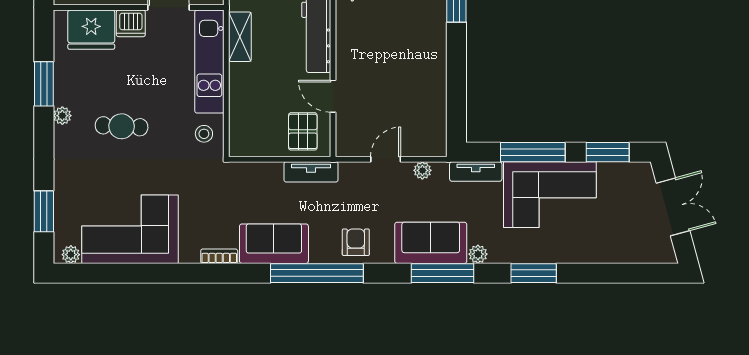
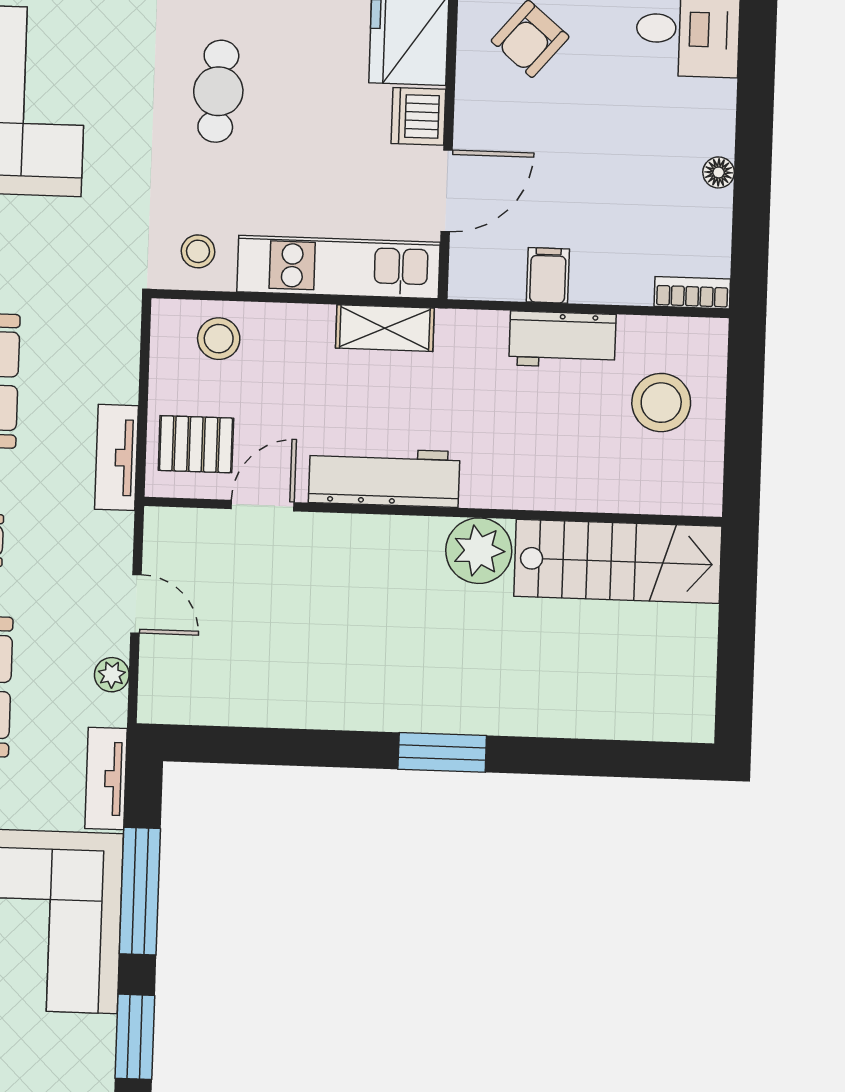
stool: (248, 122) -> (219, 339), added

